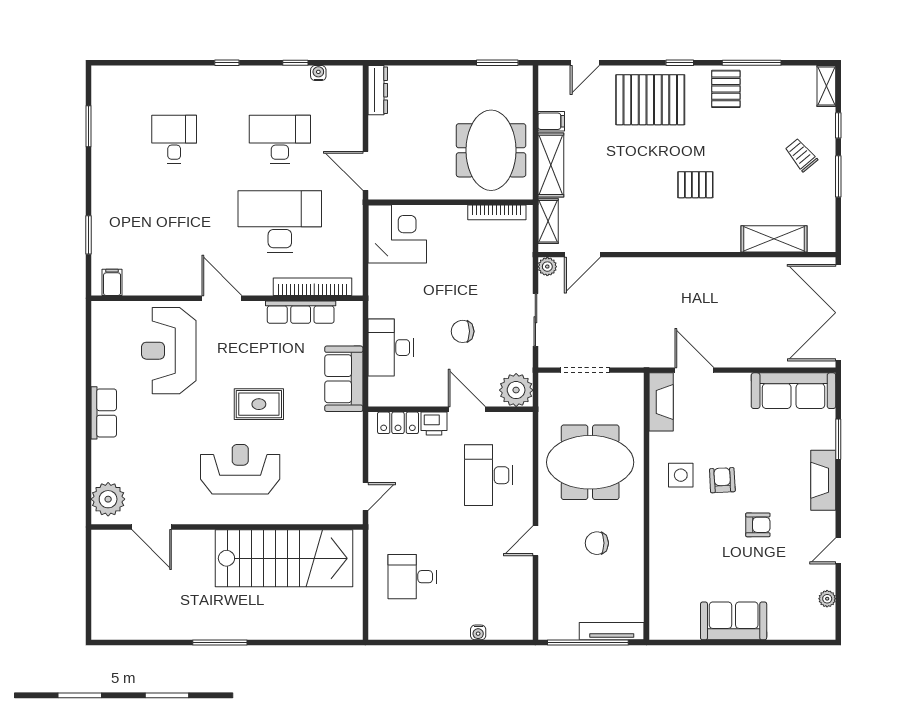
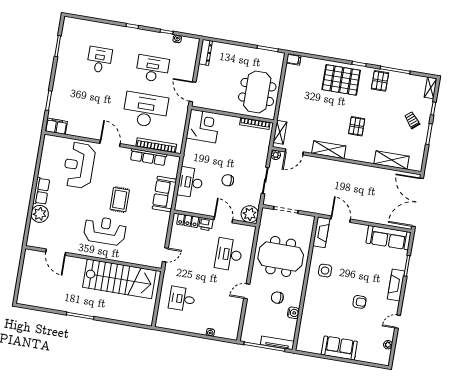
door: (585, 63) -> (311, 56), removed
filing cabinet: (551, 121) -> (294, 59), moved
shelving: (551, 165) -> (329, 150), moved, turned 90
pallet: (695, 185) -> (357, 126), turned 90
filing cabinet: (112, 282) -> (56, 126), width x2.00
rug: (259, 404) -> (120, 200), turned 90
armchair: (722, 480) -> (345, 277), removed
plant: (108, 499) -> (40, 214), moved
water cooler: (633, 567) -> (293, 313), added

